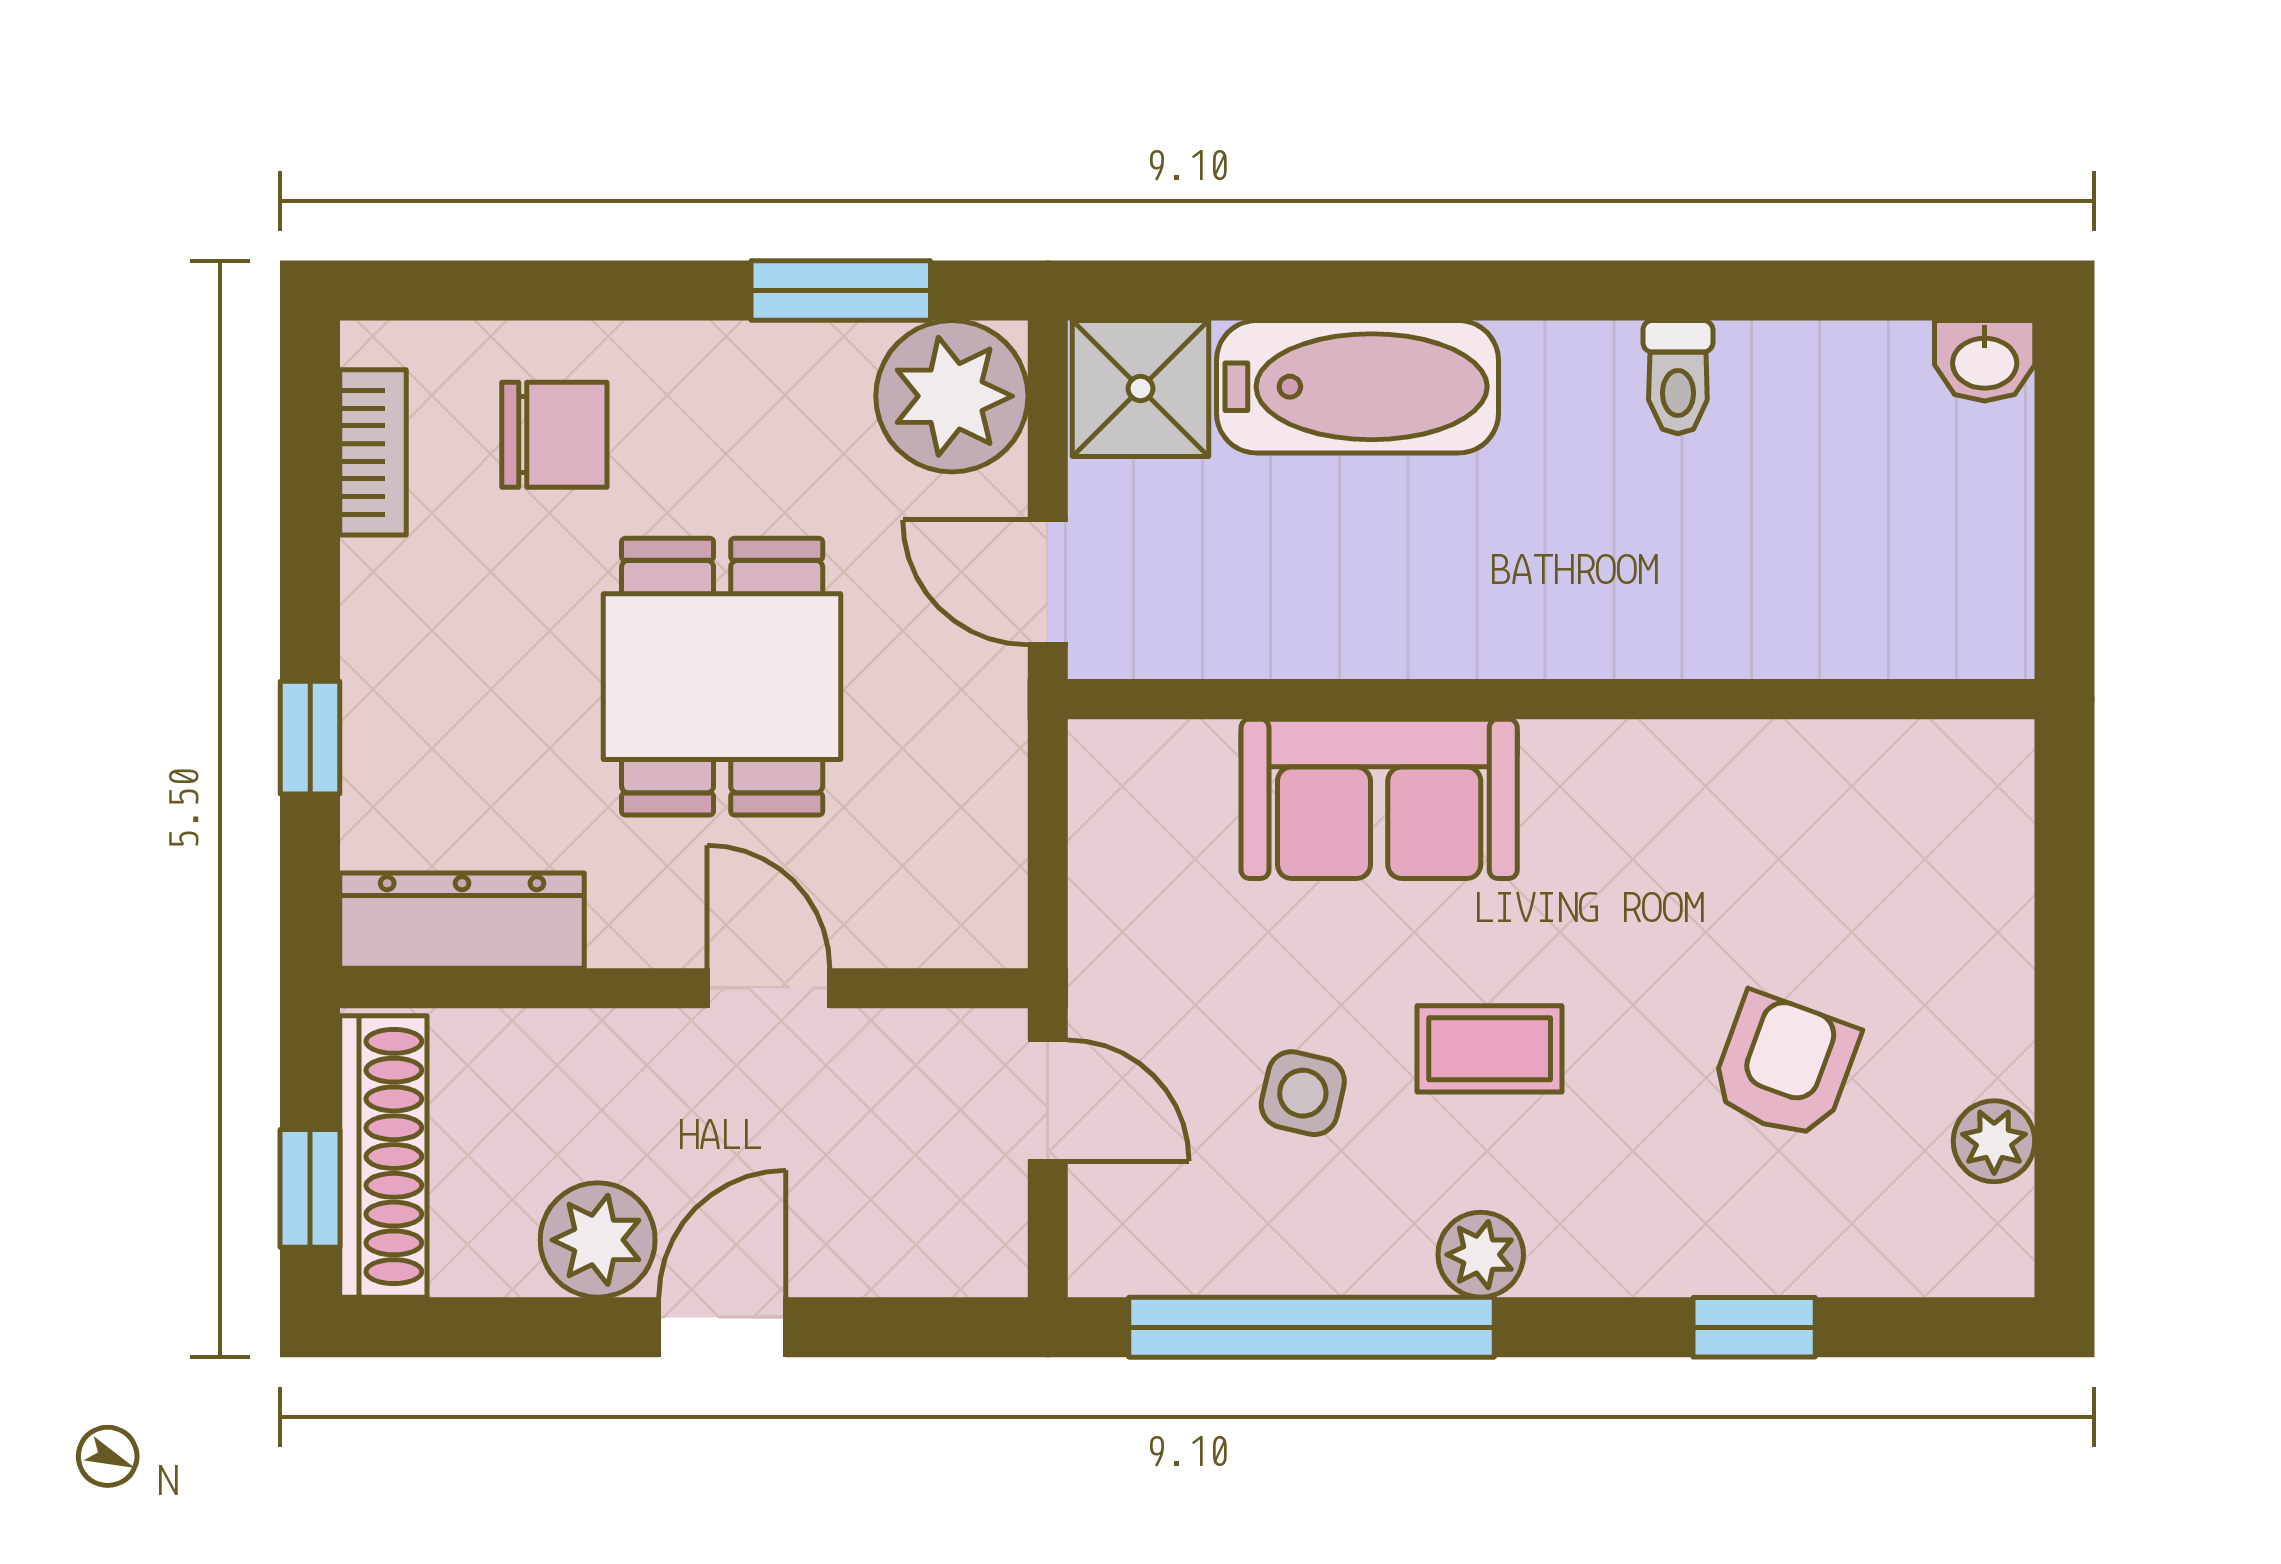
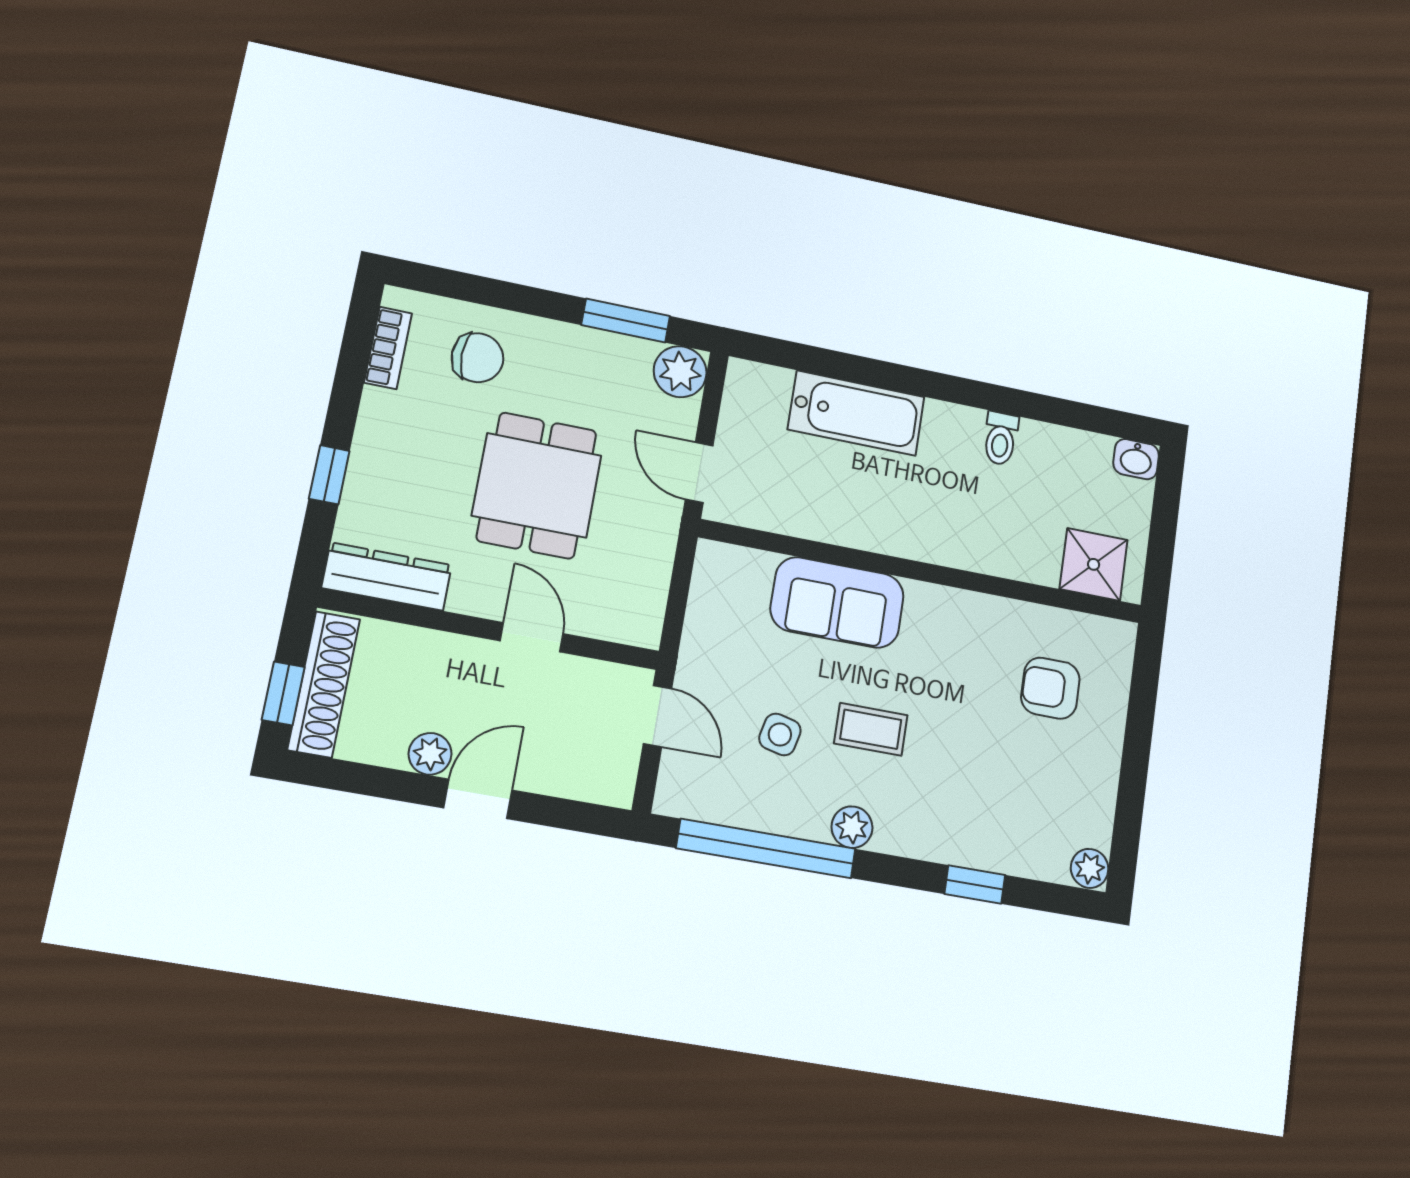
shower: (1140, 389) -> (1094, 564), moved
plant: (952, 396) -> (680, 372), width x0.73, depth x0.73
armchair: (1784, 1066) -> (1050, 688), moved, turned -110
plant: (1994, 1141) -> (1090, 868), moved
plant: (598, 1240) -> (430, 754), width x0.73, depth x0.73

